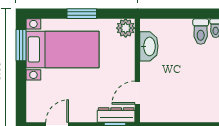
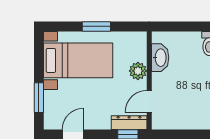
plant: (126, 28) -> (138, 71), moved
window: (21, 45) -> (39, 98), moved

